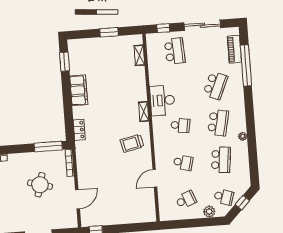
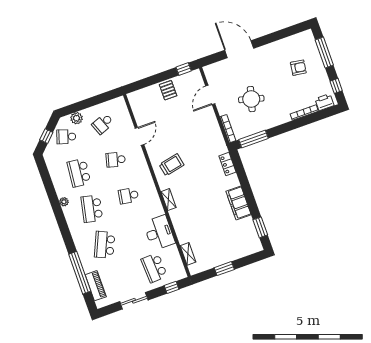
sliding door: (202, 25) -> (134, 301), width x0.73
desk: (162, 100) -> (159, 233), moved
pallet: (116, 214) -> (168, 90), added

